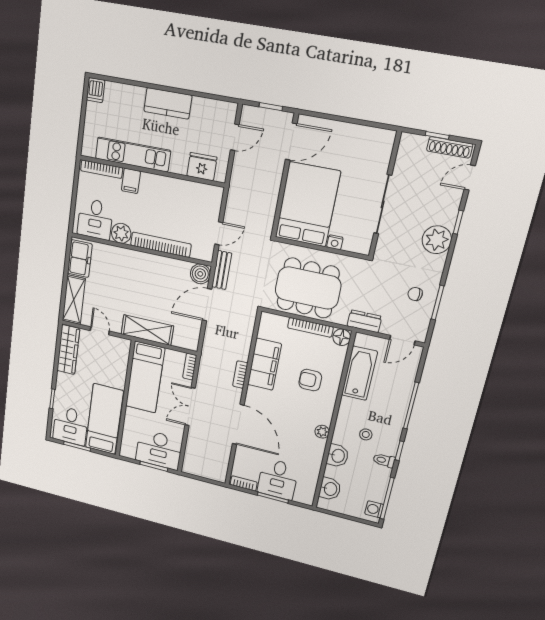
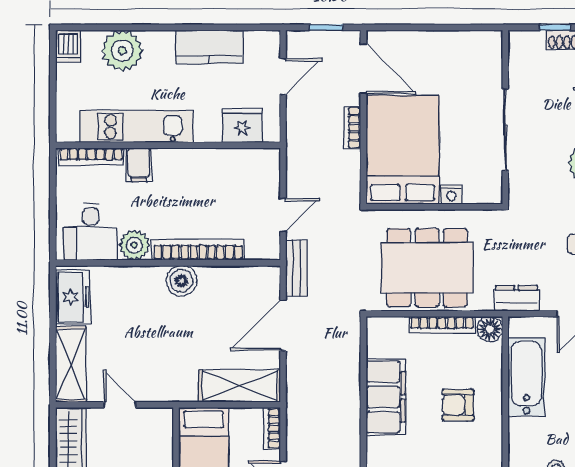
plant: (130, 99) -> (122, 51), added
kitchen counter: (168, 103) -> (209, 47), moved
door: (291, 142) -> (363, 69), hinge flipped
boiler: (200, 274) -> (182, 281), moved
shelving: (147, 330) -> (240, 386), moved
bookcase: (240, 375) -> (352, 128), moved

